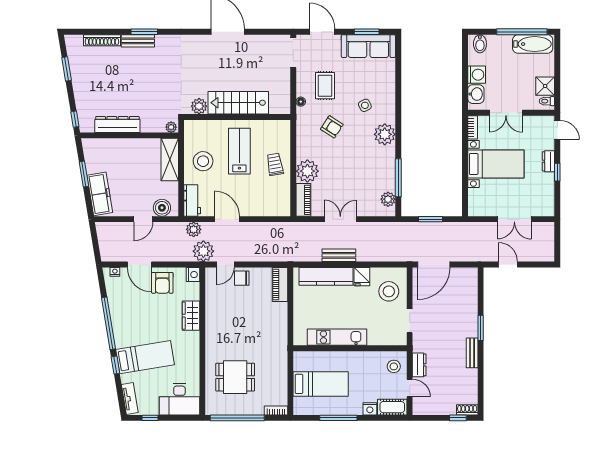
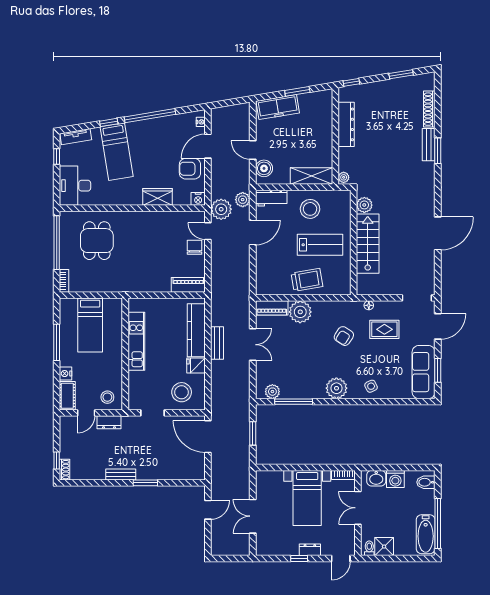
side table: (365, 105) -> (371, 386), moved
trolley: (275, 164) -> (307, 280), width x1.36, depth x1.39

